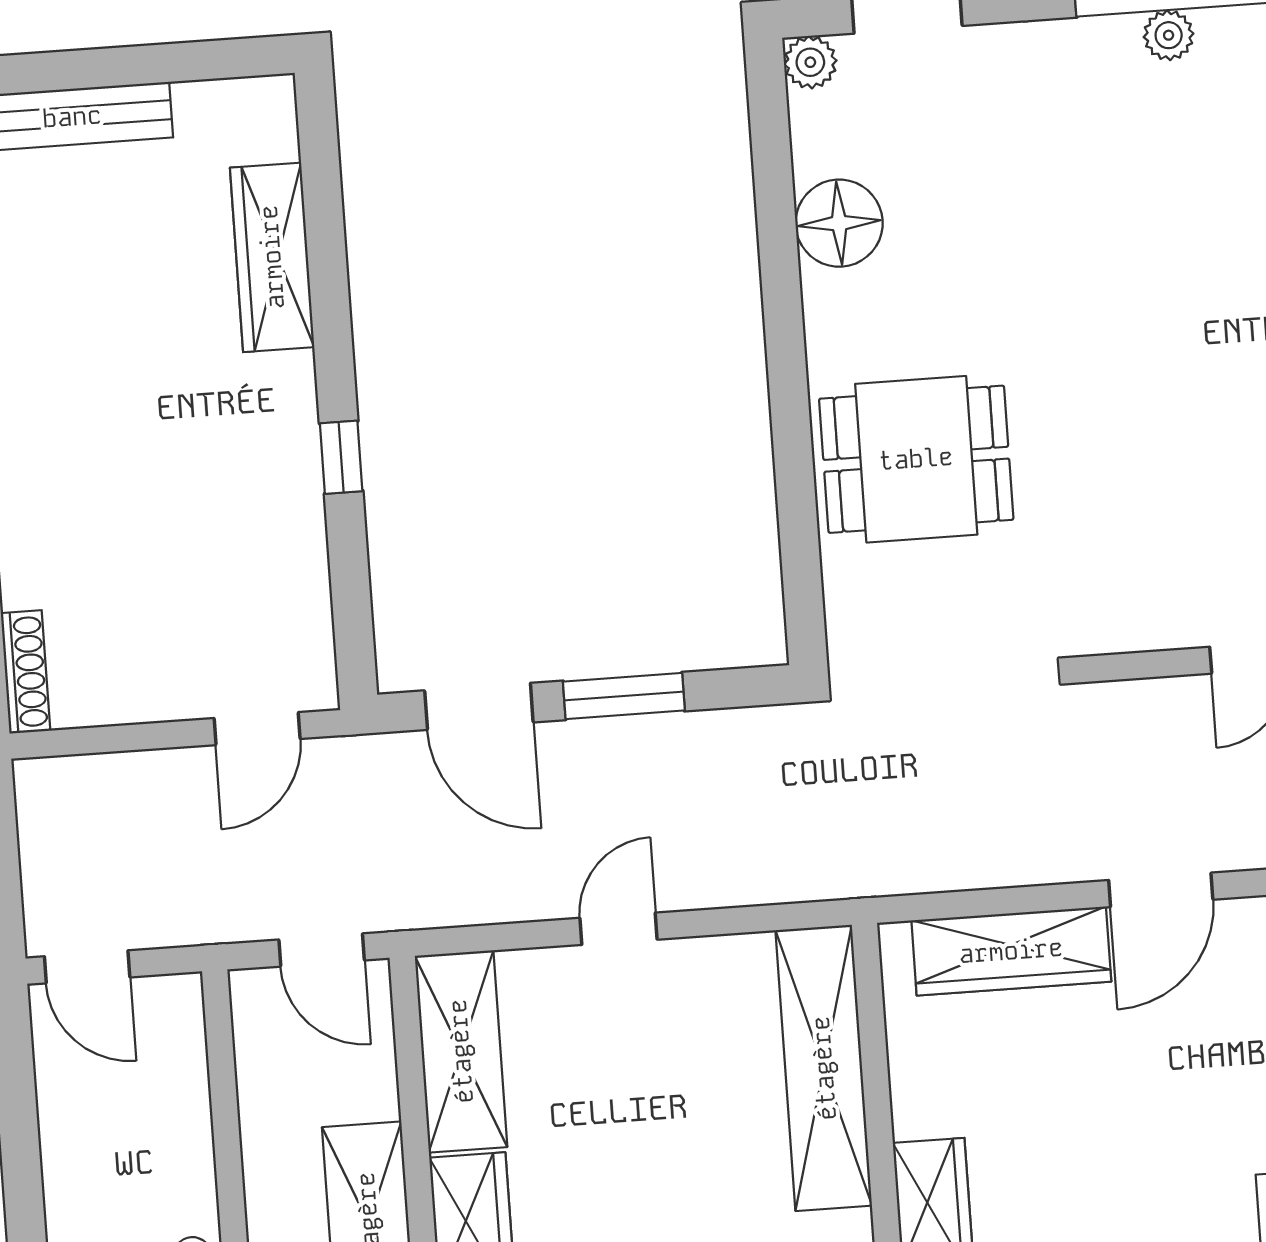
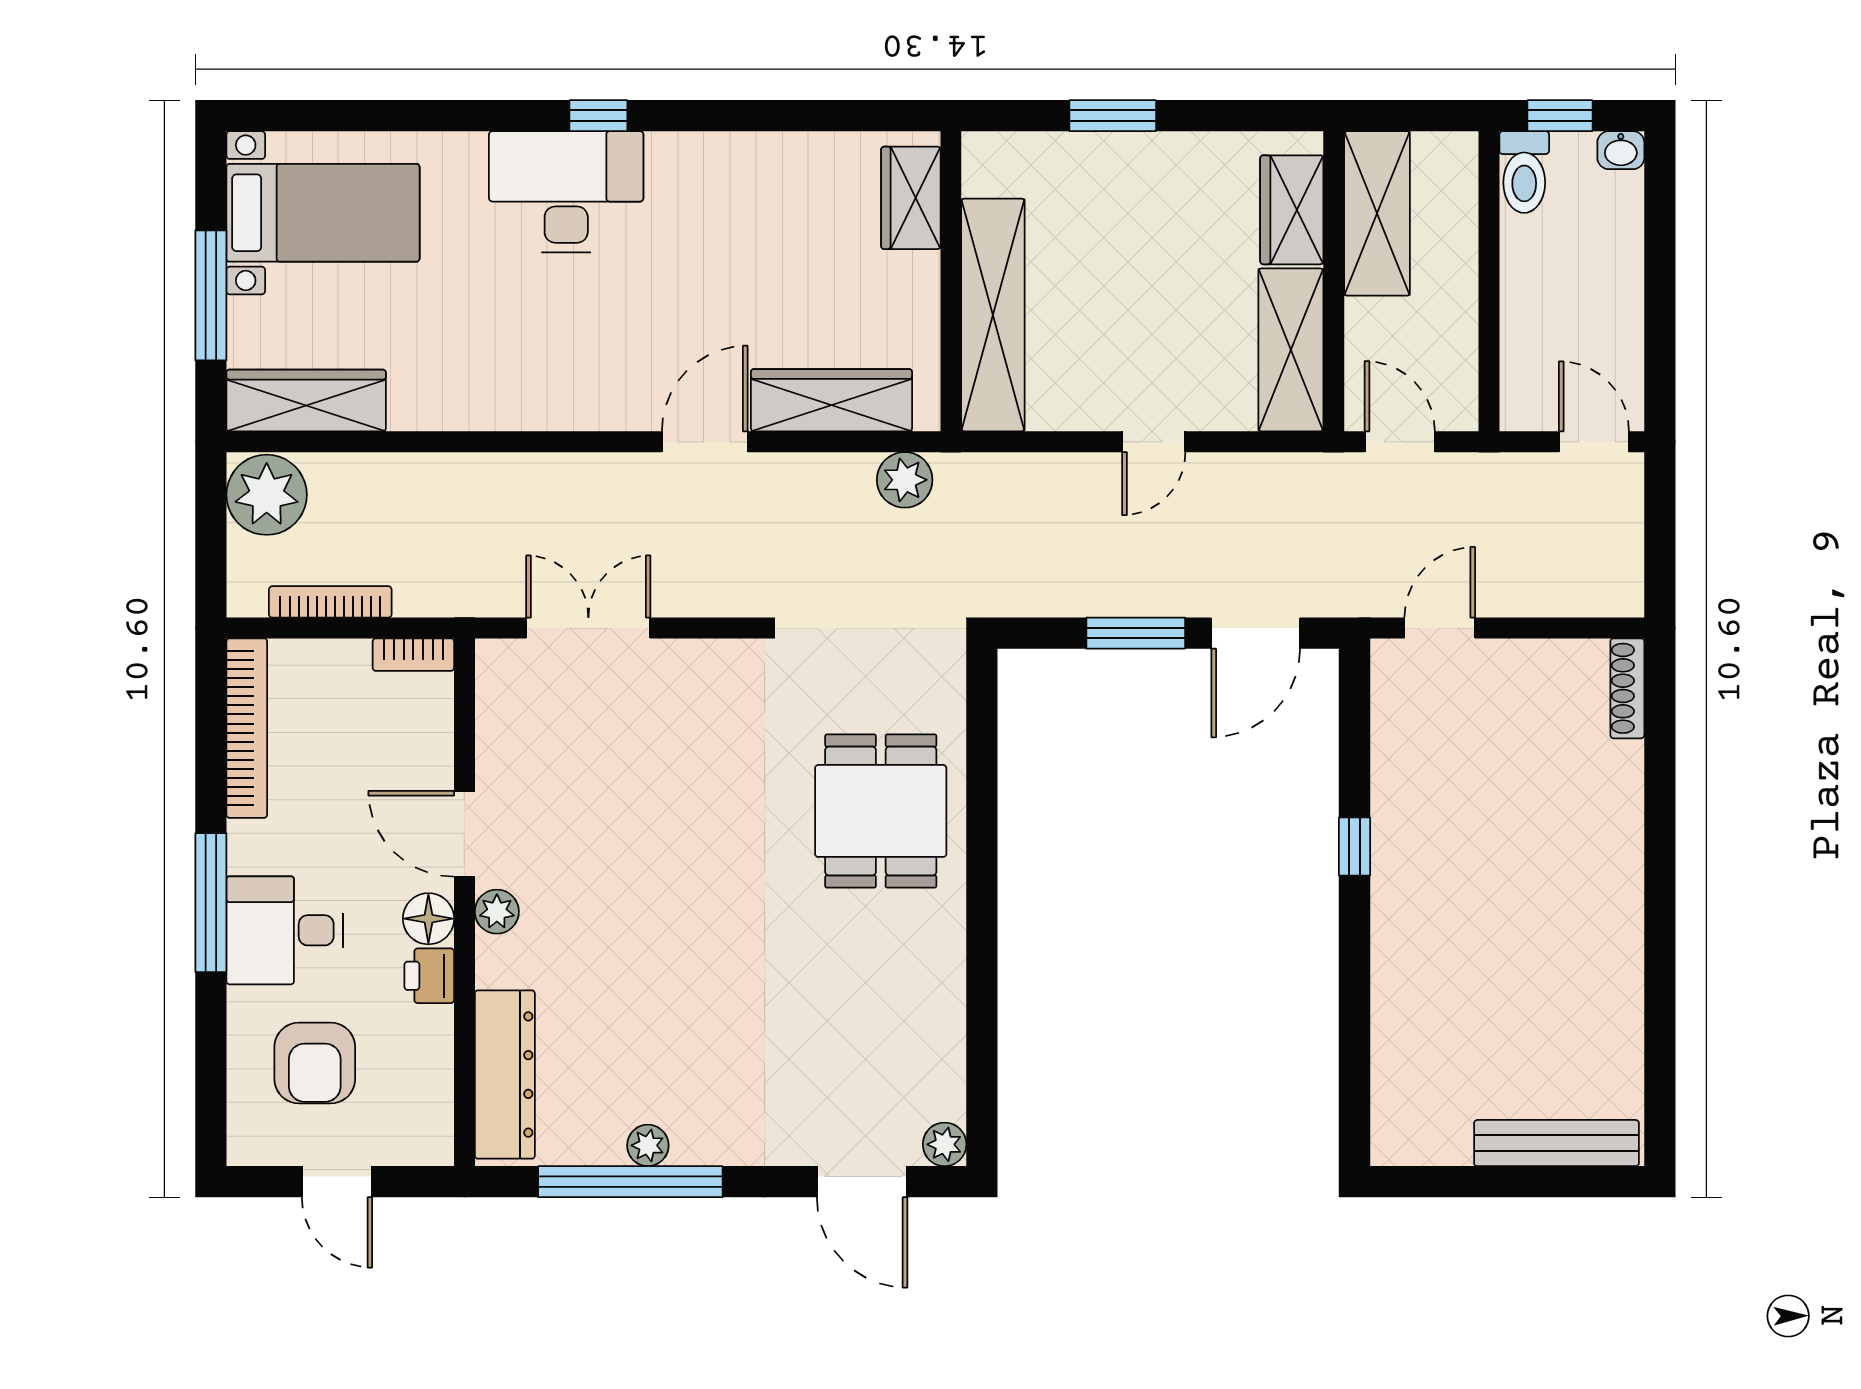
floor lamp: (839, 223) -> (930, 1010), removed
wardrobe: (272, 257) -> (1400, 1015), removed
dining table: (916, 459) -> (881, 811), turned 90
door: (479, 706) -> (1256, 633), swing flipped
plant: (916, 861) -> (905, 480), added

